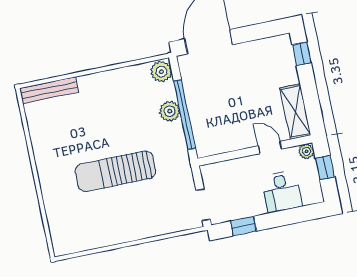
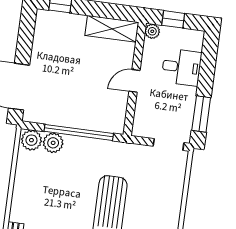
plant: (170, 111) -> (53, 143), moved
door: (270, 147) -> (135, 81), moved
window: (243, 226) -> (201, 114), width x1.50

